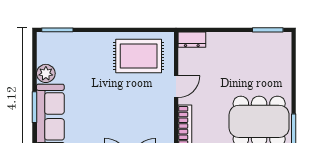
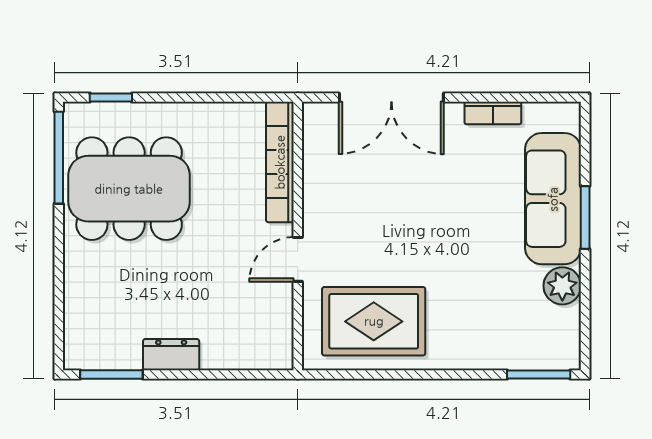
dresser: (192, 40) -> (171, 355), moved

